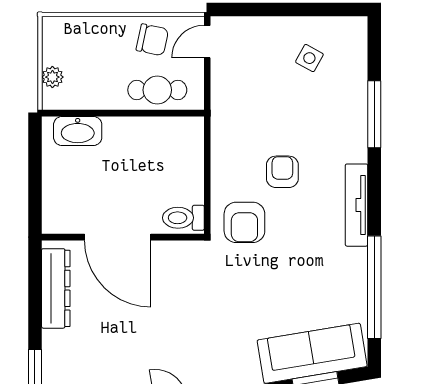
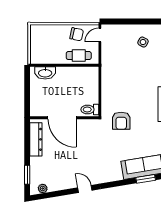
plant: (52, 77) -> (34, 50), removed
armchair: (282, 172) -> (132, 90), removed
armchair: (244, 222) -> (121, 121), moved

